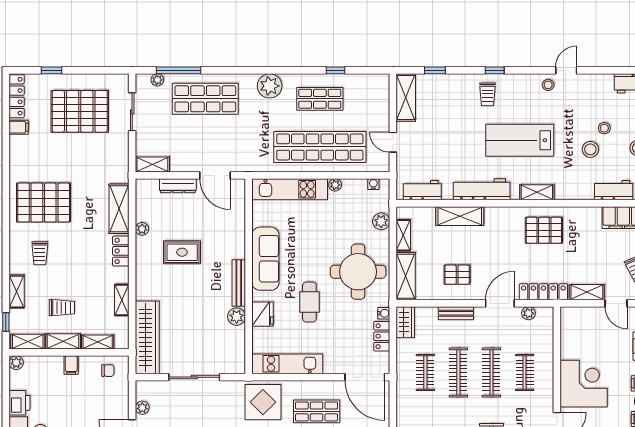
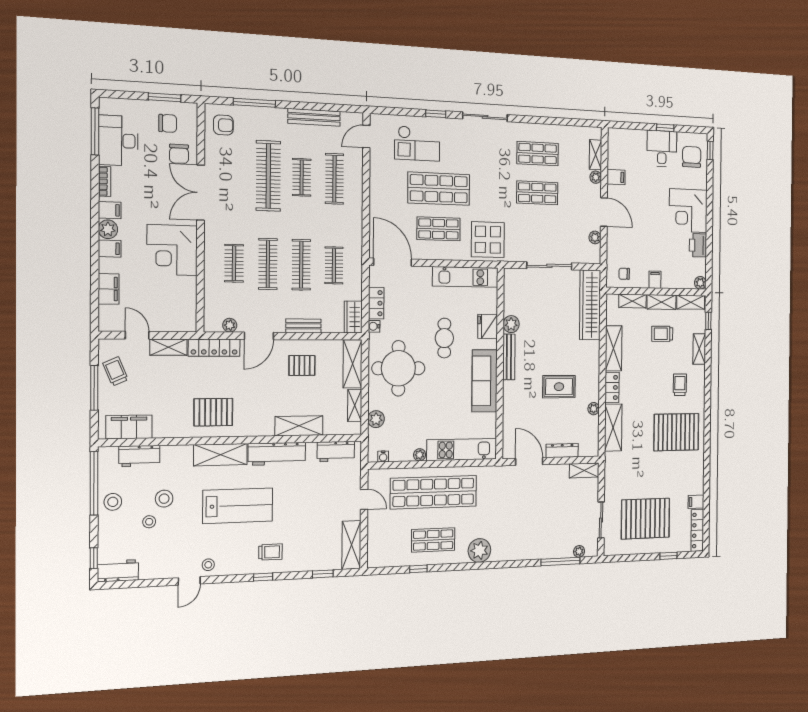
trolley: (487, 94) -> (270, 552), turned 90
shop shelf: (205, 99) -> (537, 535), removed
shelving: (537, 192) -> (220, 455), width x1.50, depth x1.33
shelving: (122, 300) -> (614, 348), width x1.50, depth x1.33

